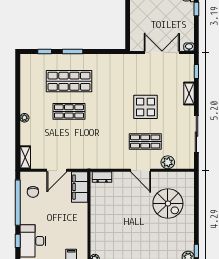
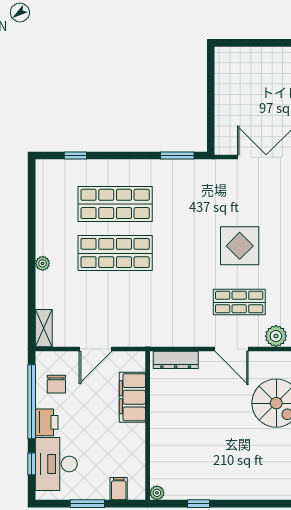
window: (72, 51) -> (177, 156), moved
shop shelf: (69, 111) -> (115, 253), width x1.43, depth x1.36
dresser: (102, 177) -> (176, 360), width x1.44
filing cabinet: (80, 187) -> (132, 397), moved
printer: (27, 215) -> (47, 422), added

